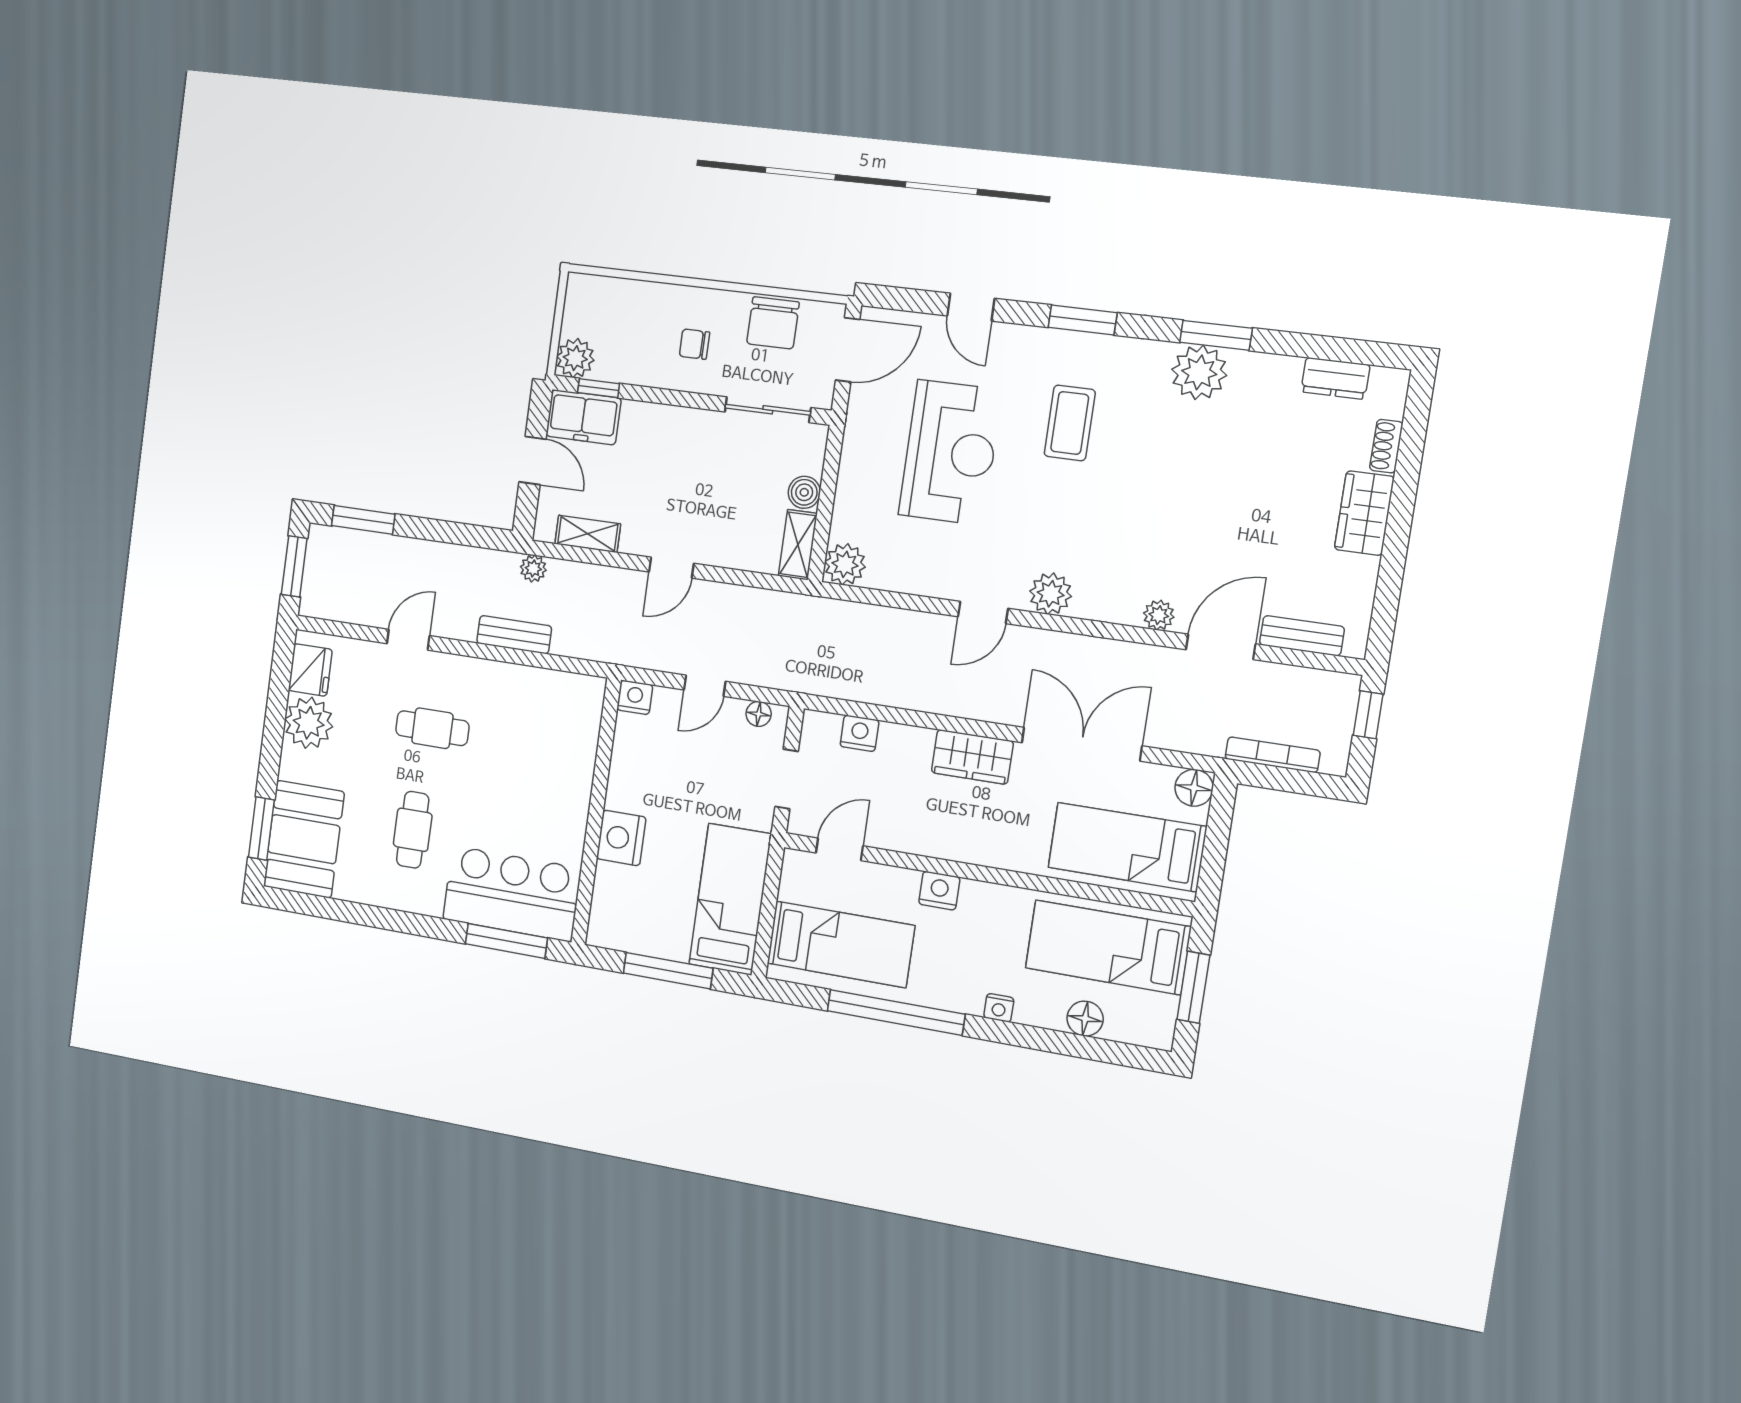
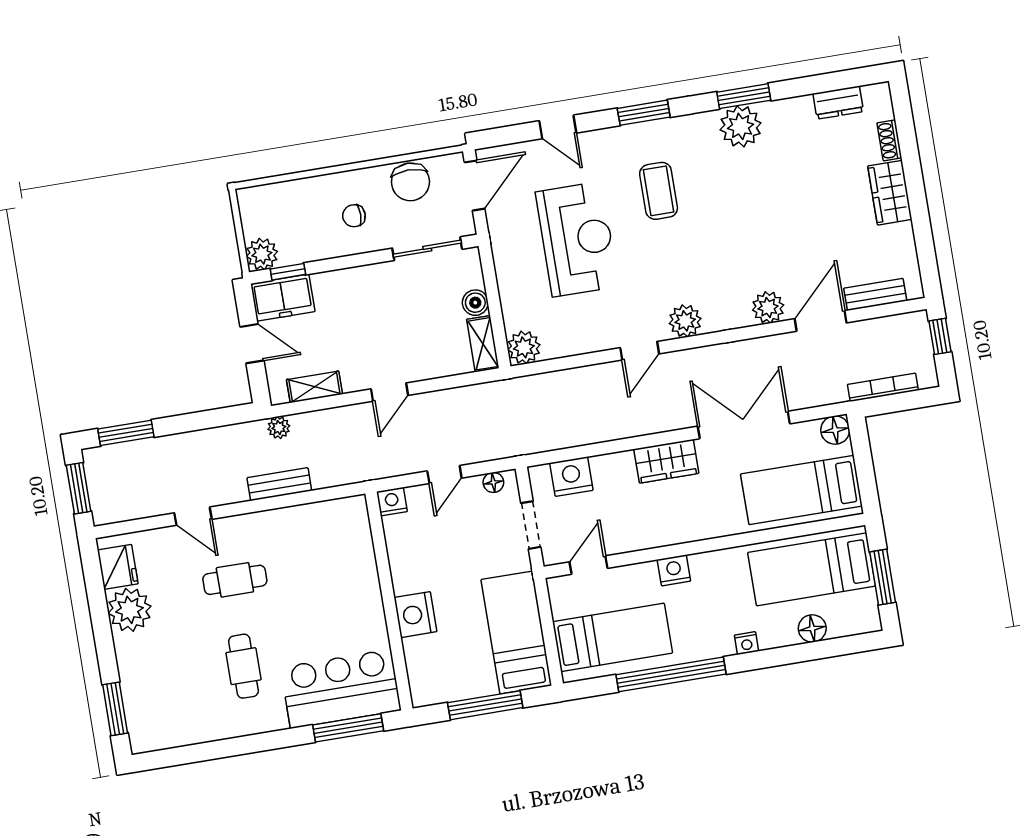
plant: (1159, 615) -> (768, 307), width x1.38, depth x1.38
door: (408, 640) -> (193, 516), swing flipped
nightstand: (860, 733) -> (571, 477), width x1.36, depth x1.33
booth: (304, 839) -> (154, 705), removed

